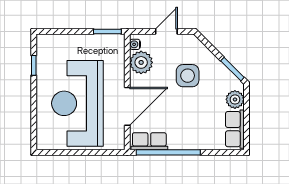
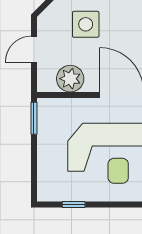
door: (166, 31) -> (34, 49), hinge flipped
water cooler: (135, 44) -> (49, 86), removed

